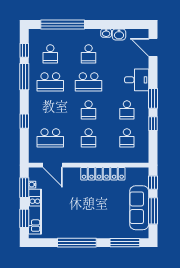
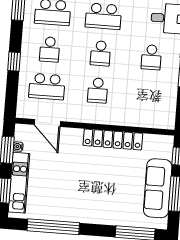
school desk: (127, 138) -> (50, 49), moved
window: (77, 243) -> (53, 227), moved

